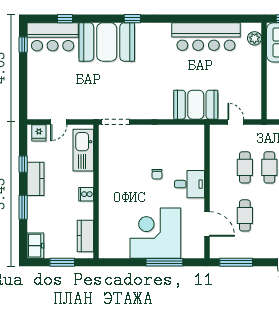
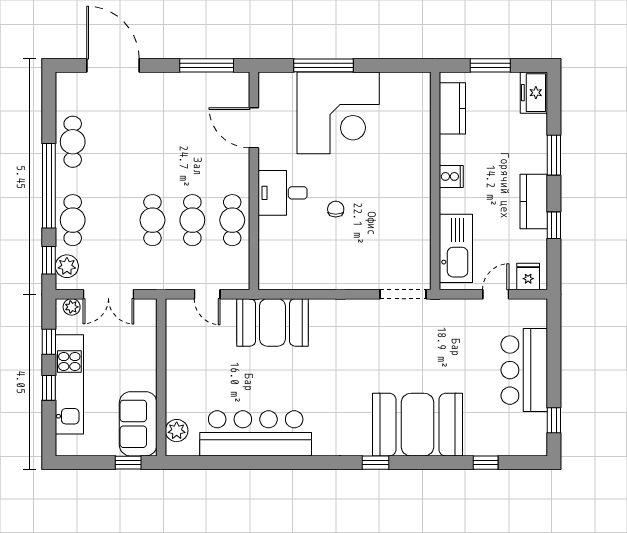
bar counter: (53, 37) -> (524, 370), moved, turned -90
cafe table: (245, 215) -> (232, 220), moved

